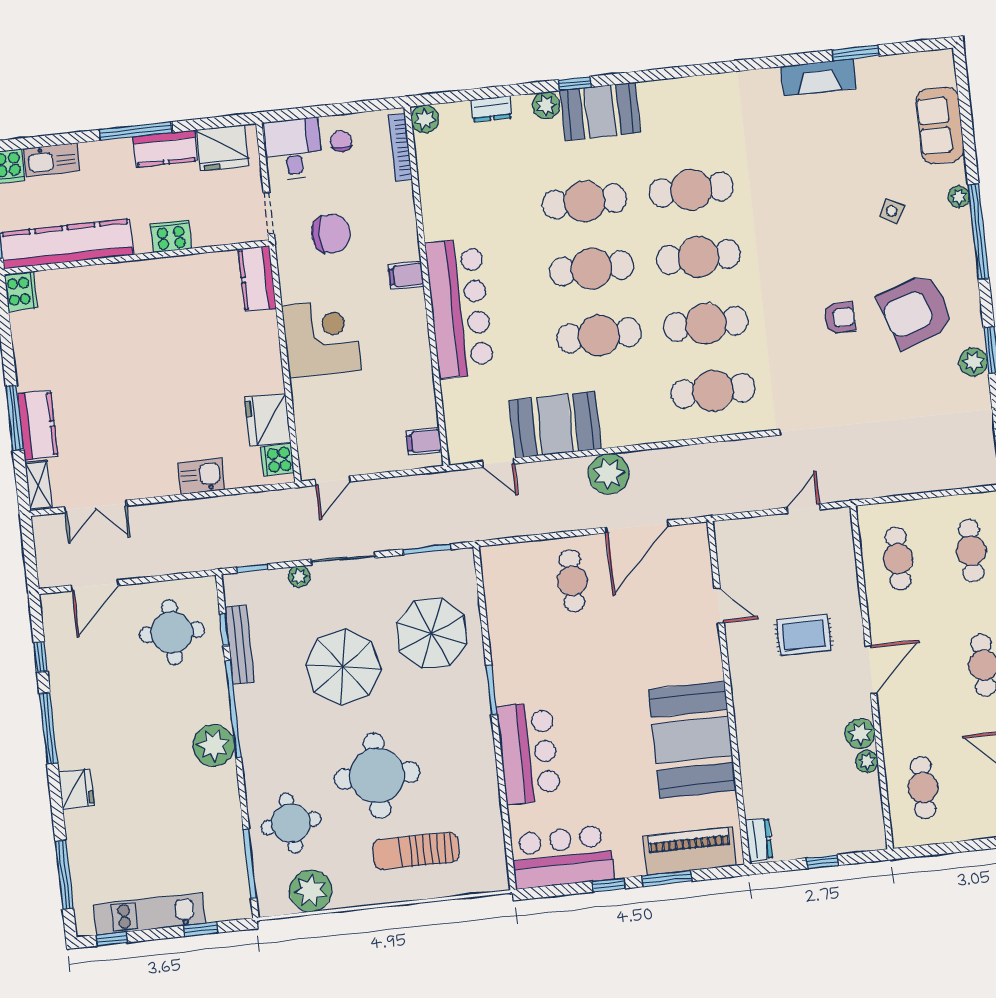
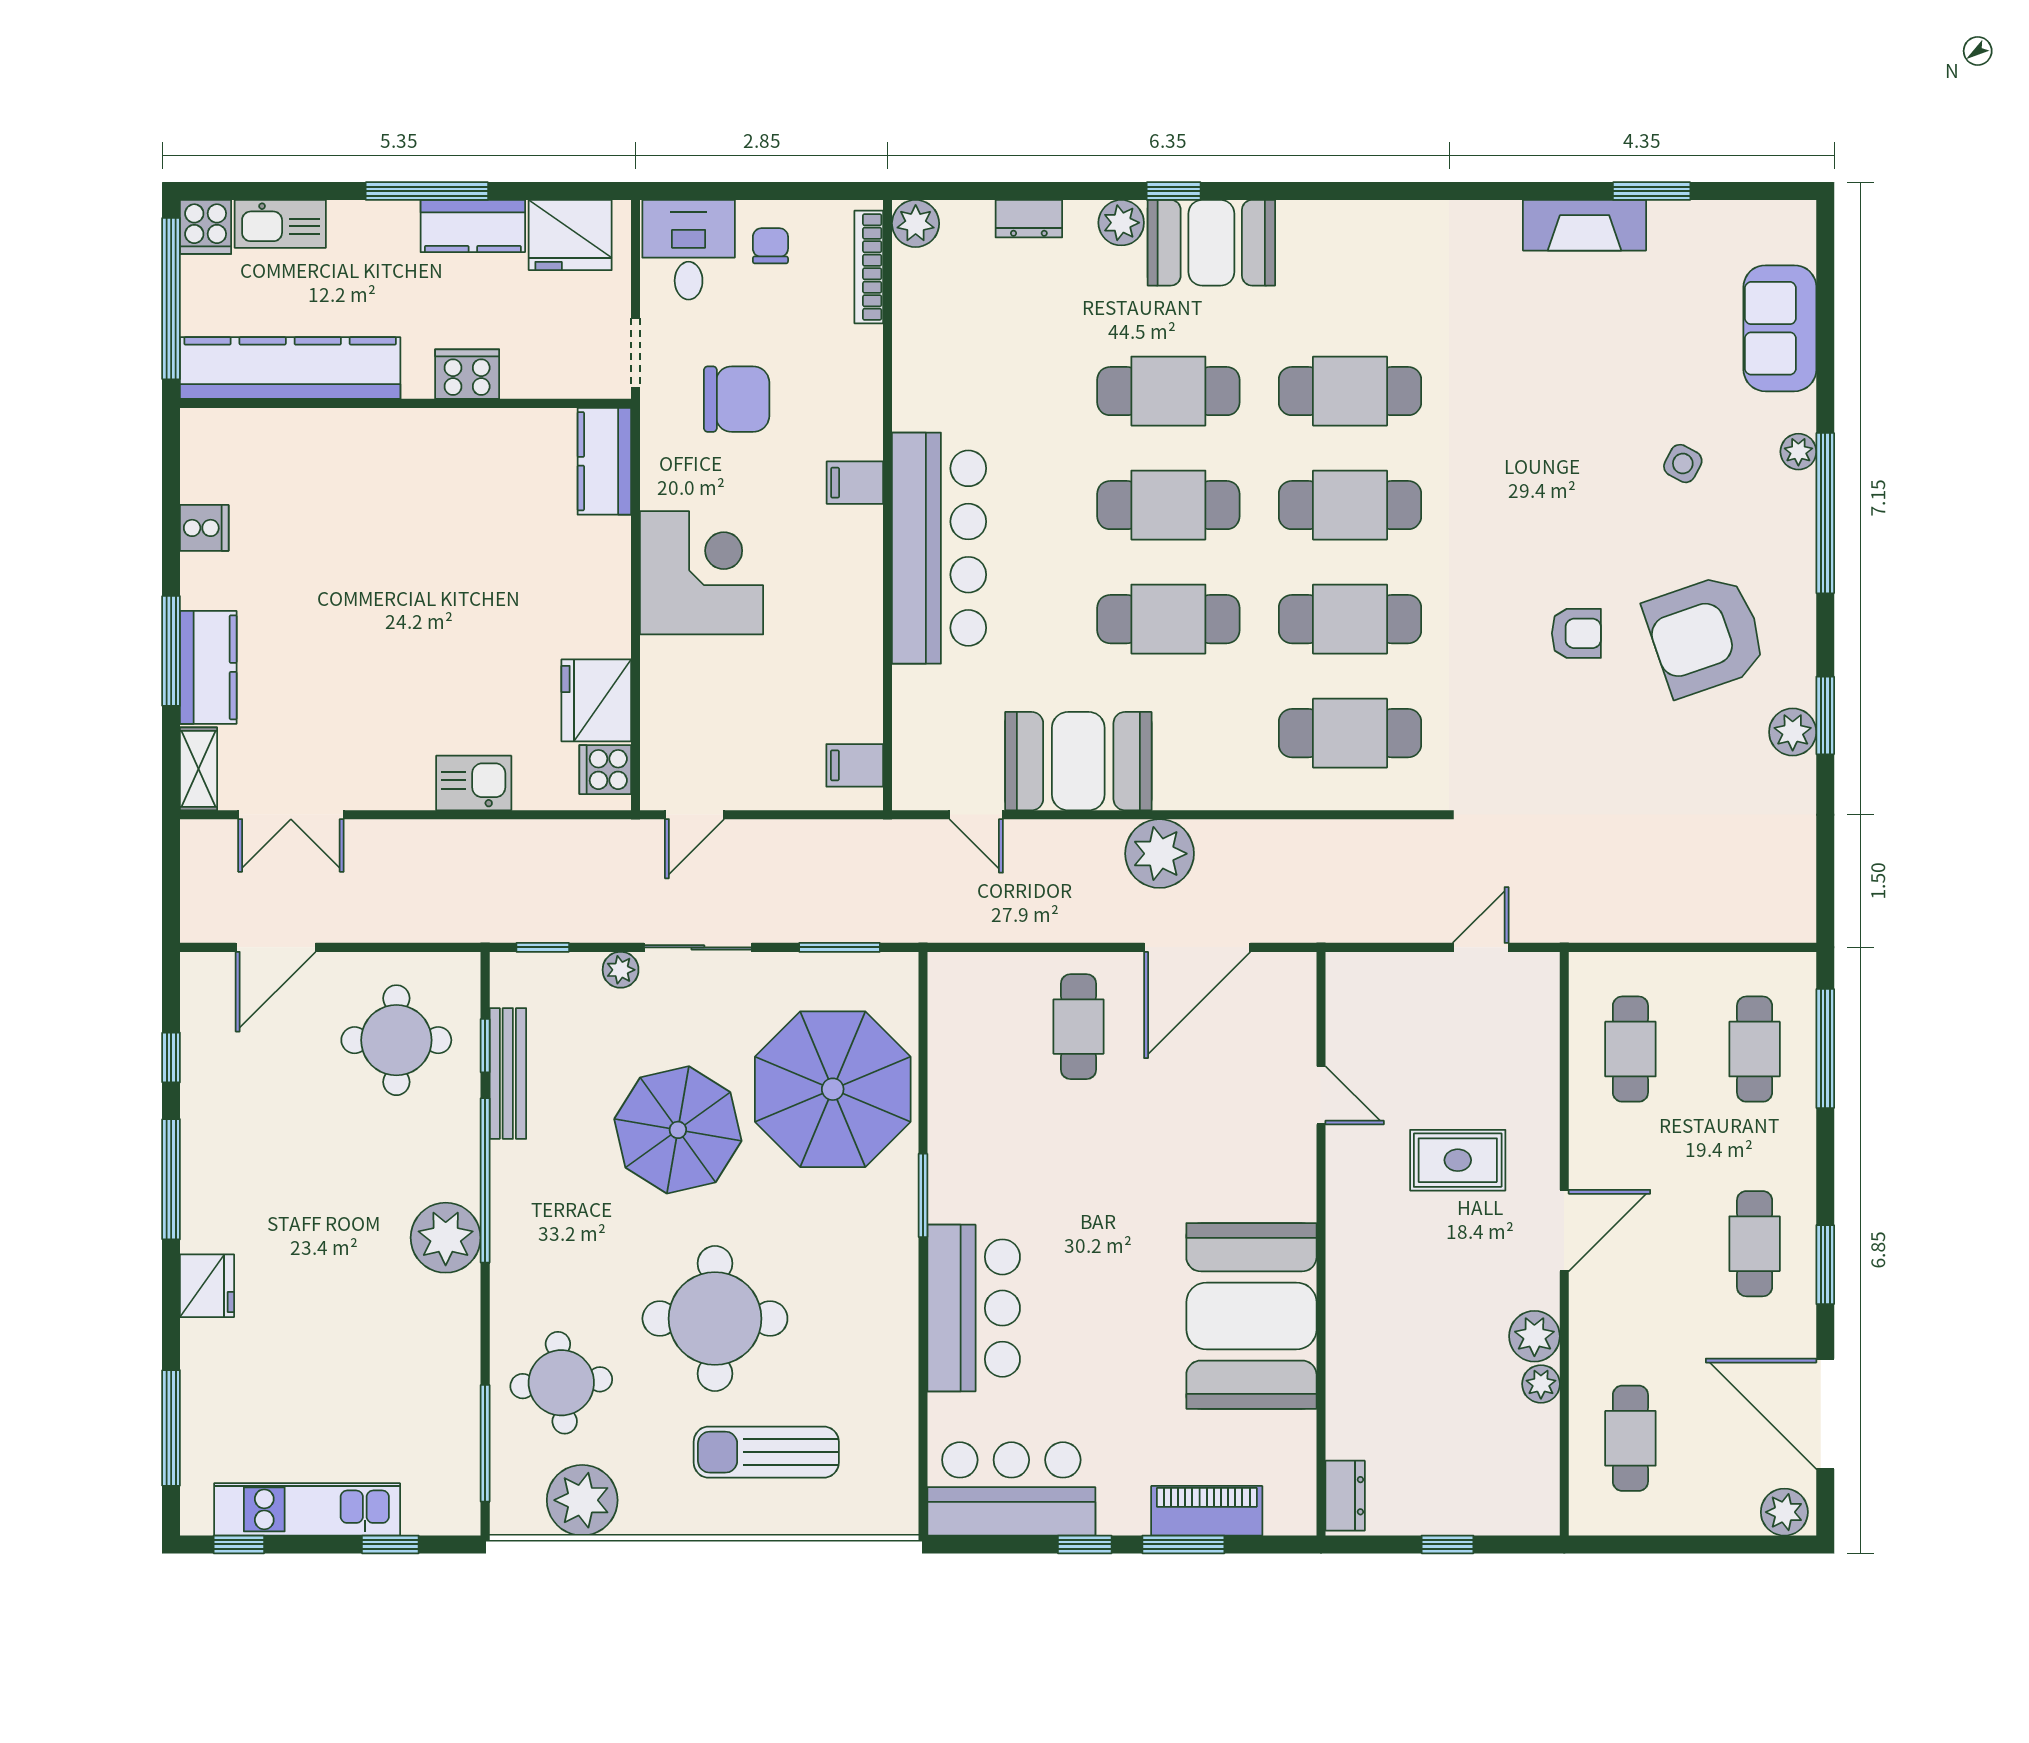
cooker: (21, 291) -> (204, 528), moved, width x0.73
parasol: (432, 633) -> (833, 1089), width x1.36, depth x1.36
piano: (690, 851) -> (1207, 1511), width x0.73, depth x0.75

